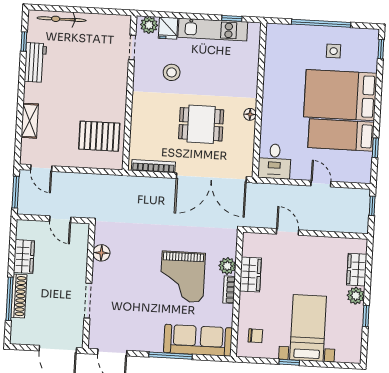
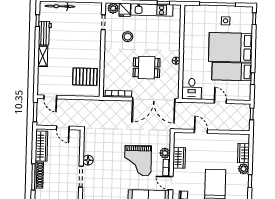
shelving: (30, 121) -> (43, 56), moved
floor lamp: (101, 253) -> (88, 160), moved
wardrobe: (24, 257) -> (42, 146), width x1.50
door: (236, 316) -> (171, 183), added

